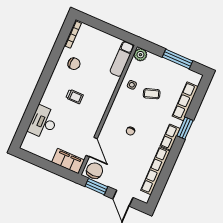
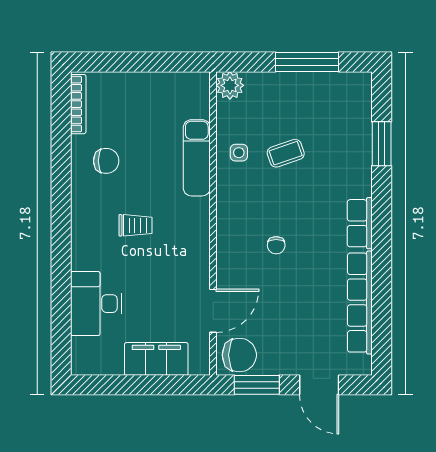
exam couch: (122, 59) -> (197, 158), moved
row of seats: (185, 101) -> (359, 139), removed
window: (185, 128) -> (382, 144), moved
door: (92, 147) -> (213, 311), hinge flipped
filing cabinet: (68, 161) -> (156, 359), moved
chair: (95, 171) -> (239, 355), turned 90

